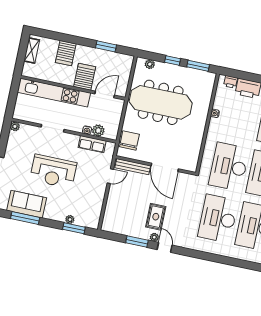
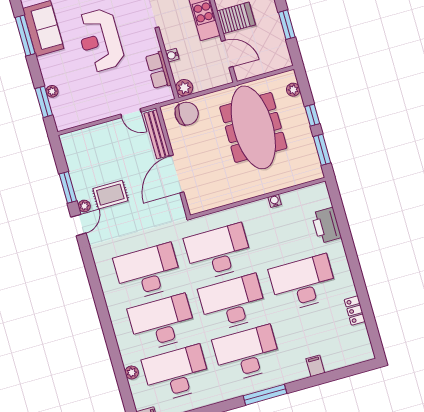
printer: (231, 82) -> (323, 200), removed
plant: (98, 131) -> (184, 88), moved

